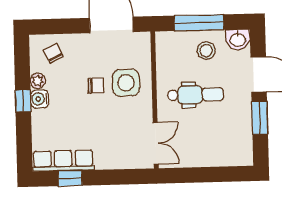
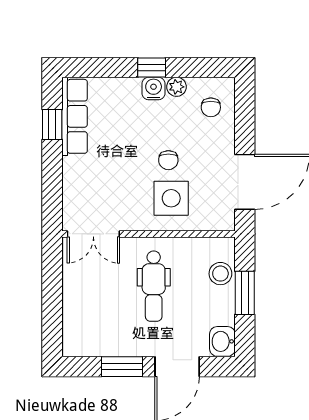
window: (199, 23) -> (245, 293), width x0.69
stool: (206, 51) -> (220, 274), moved
chair: (53, 53) -> (211, 107), turned 116

